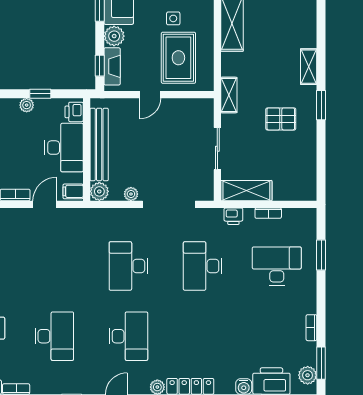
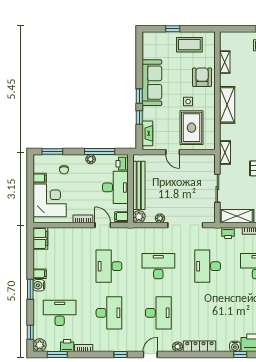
plant: (114, 36) -> (149, 113), removed
window: (100, 66) -> (139, 117), moved
window: (40, 94) -> (100, 152), width x2.17
door: (150, 95) -> (173, 152), hinge flipped
door: (45, 204) -> (103, 225), hinge flipped
desk: (54, 266) -> (109, 266), added
desk: (128, 266) -> (158, 266), turned 90

